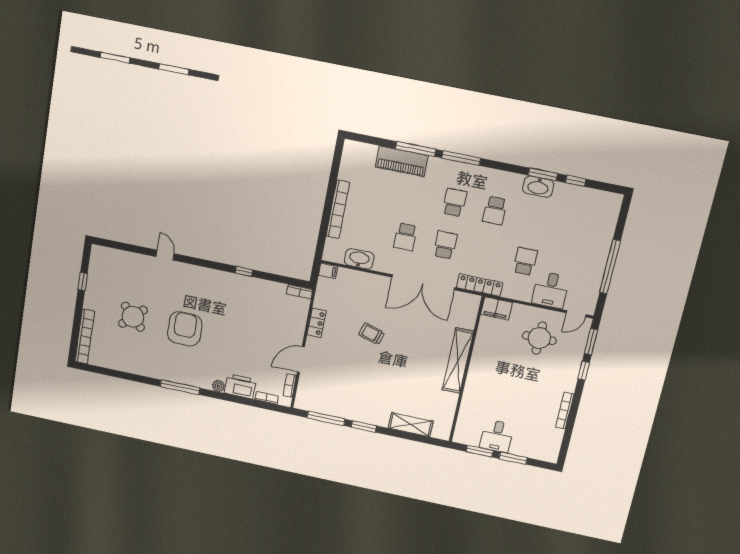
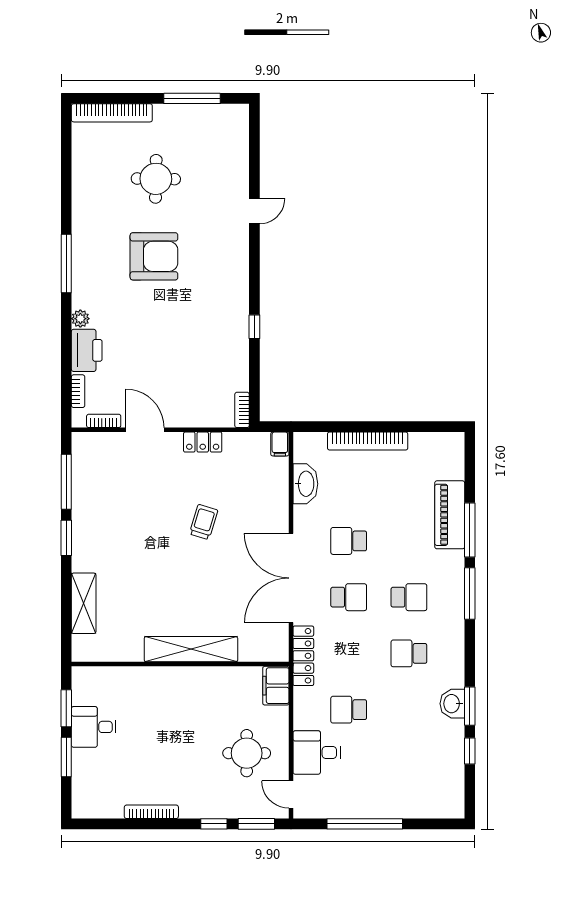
washbasin: (538, 187) -> (452, 704), width x0.72
school desk: (525, 261) -> (349, 710), turned 180
window: (83, 281) -> (192, 98), width x2.17
round table: (133, 317) -> (156, 179), turned 45

